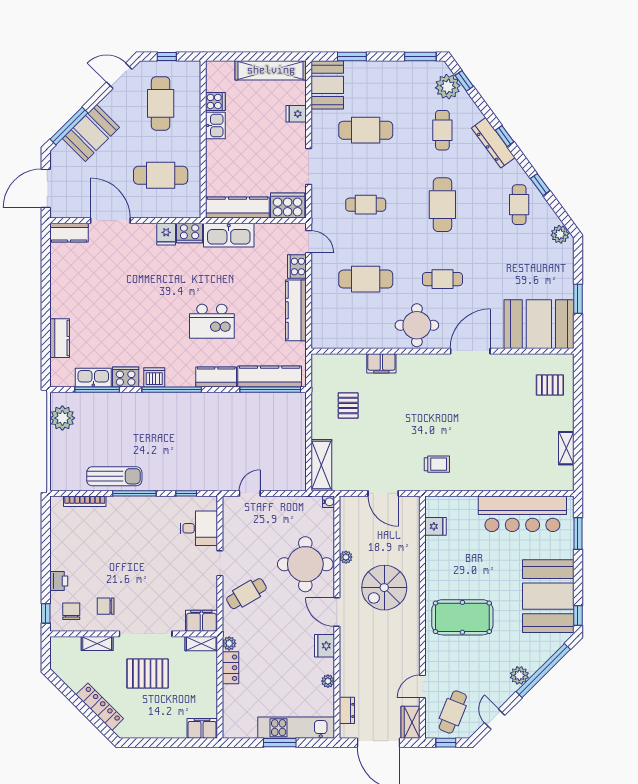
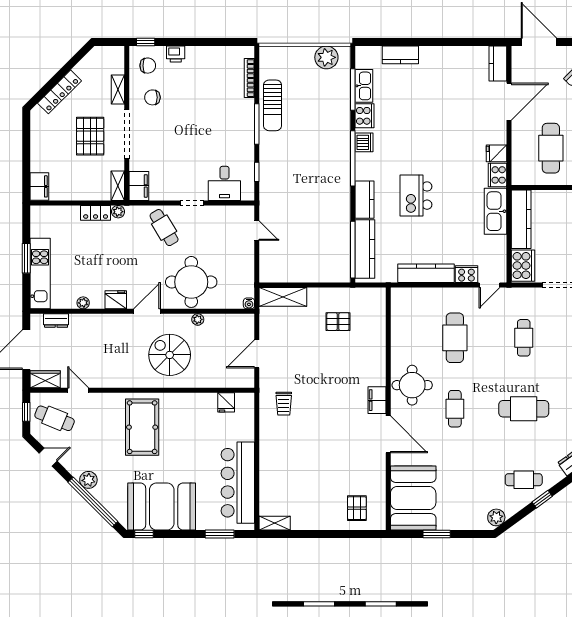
filing cabinet: (381, 363) -> (377, 400), moved
shelving: (566, 448) -> (275, 523), moved
chair: (106, 606) -> (152, 97), turned -90

